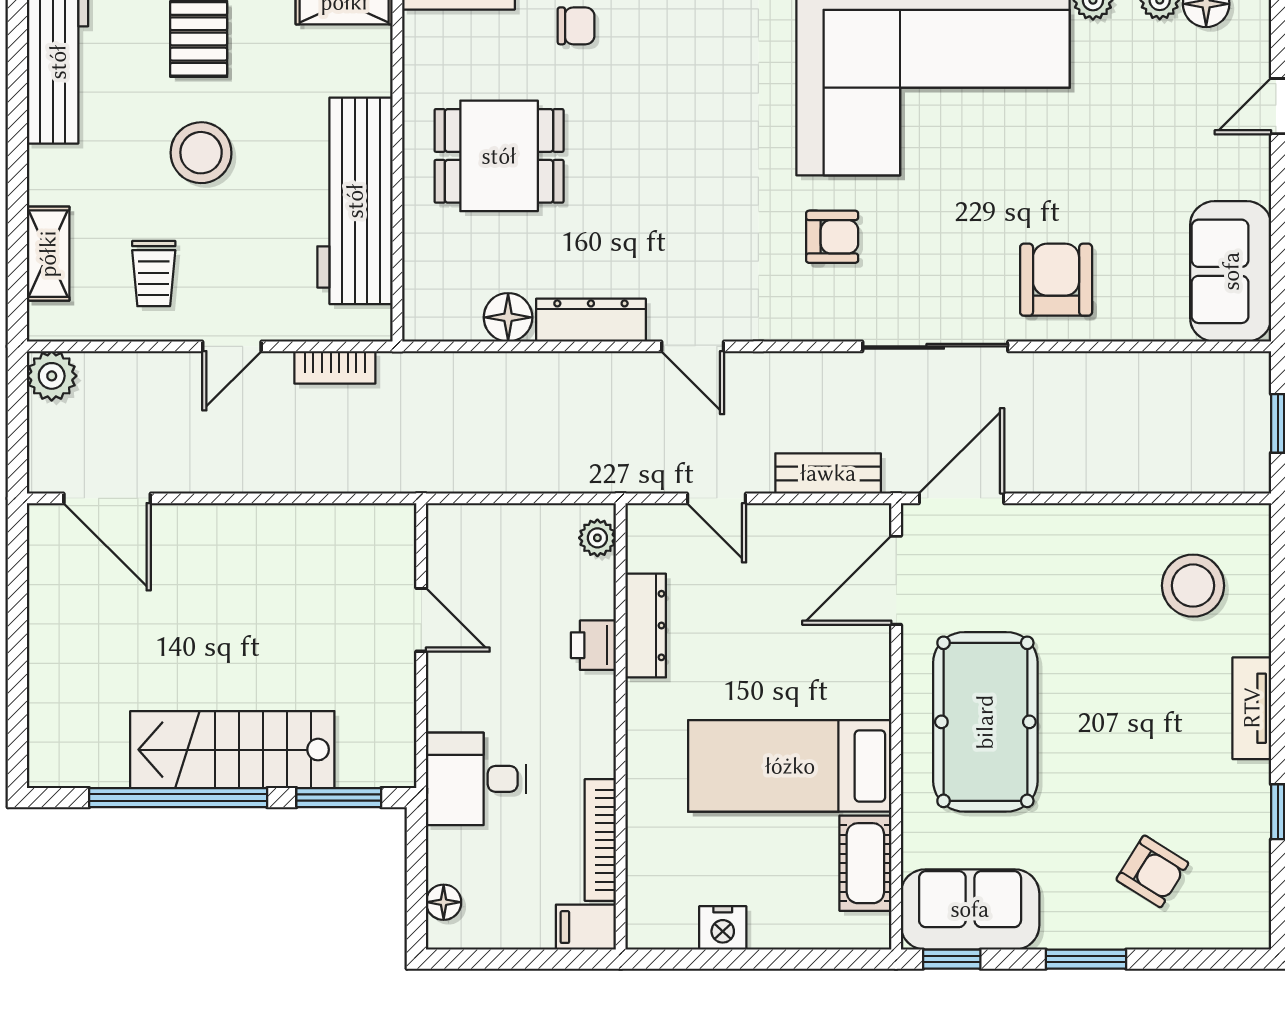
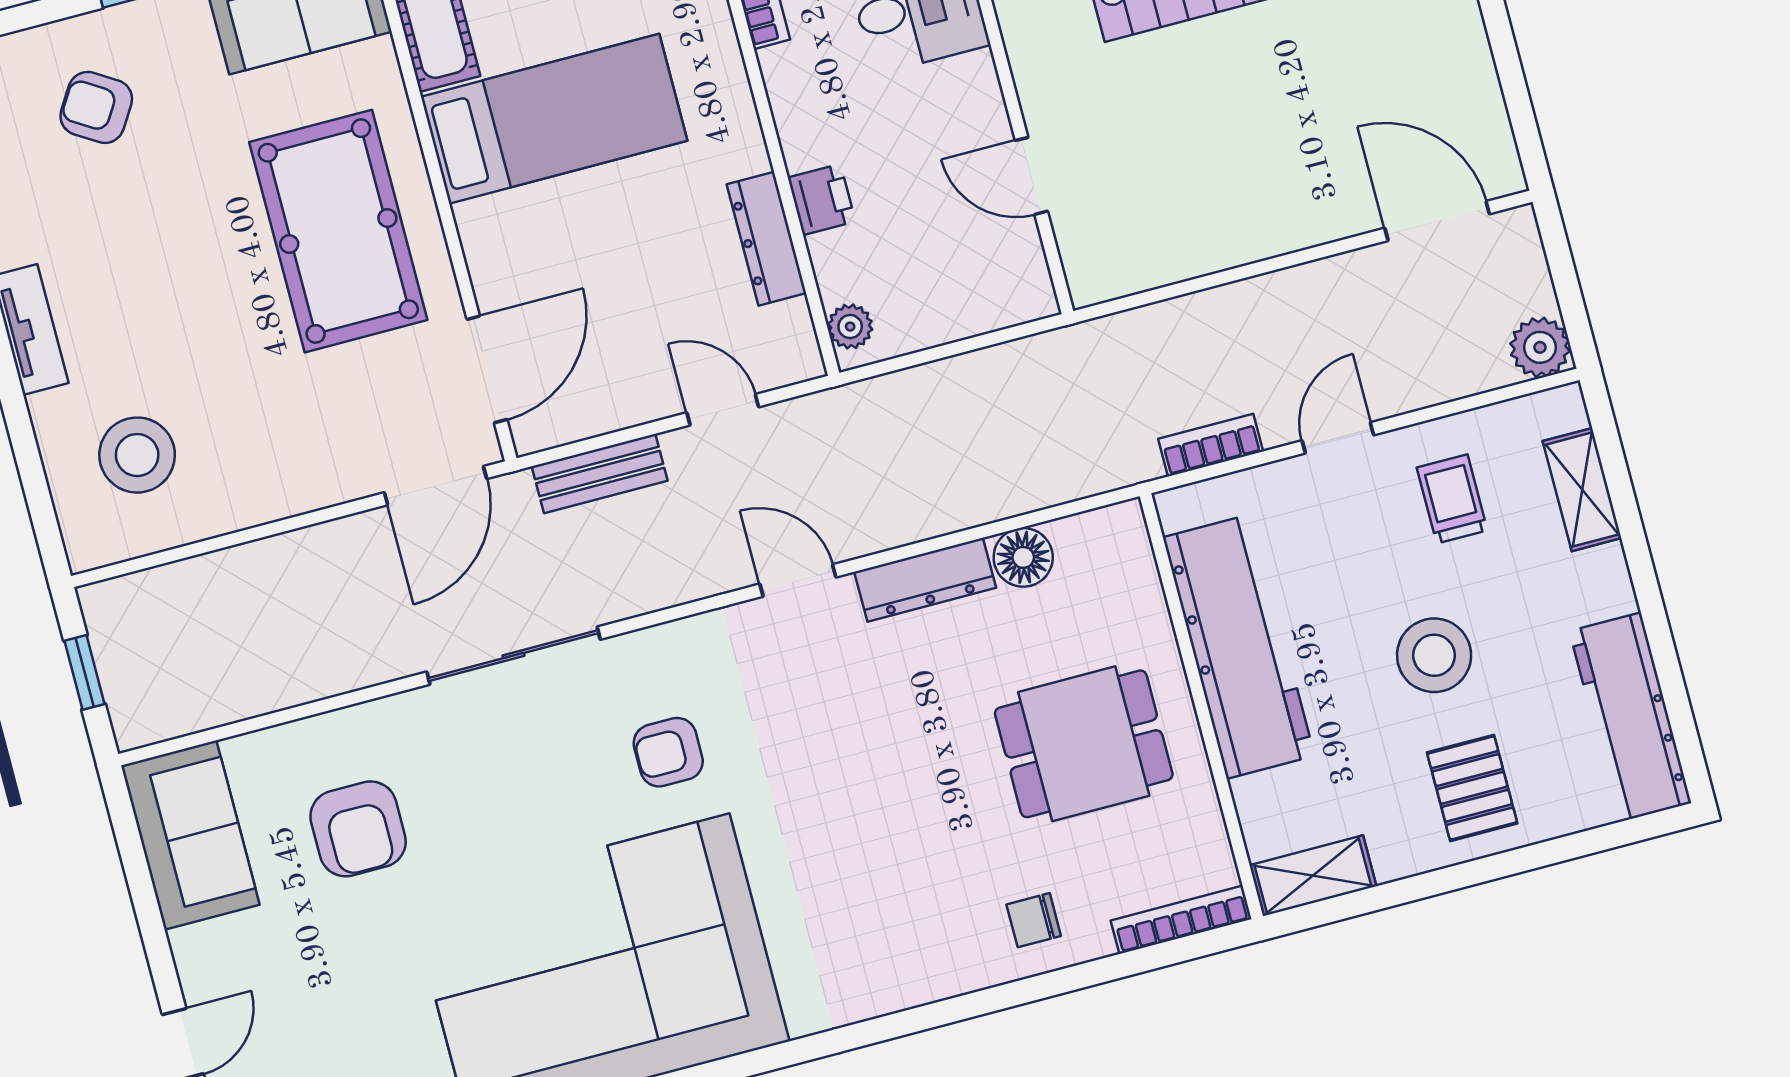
armchair: (1056, 280) -> (358, 829), moved

